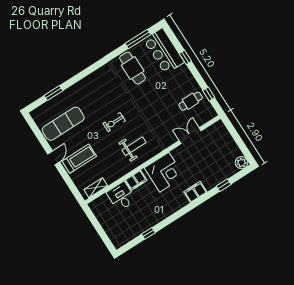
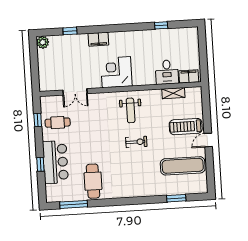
bar counter: (164, 51) -> (55, 162), moved
weight bench: (134, 146) -> (131, 110), turned -90
filing cabinet: (136, 180) -> (189, 76), moved
shelving: (96, 188) -> (173, 93), moved

